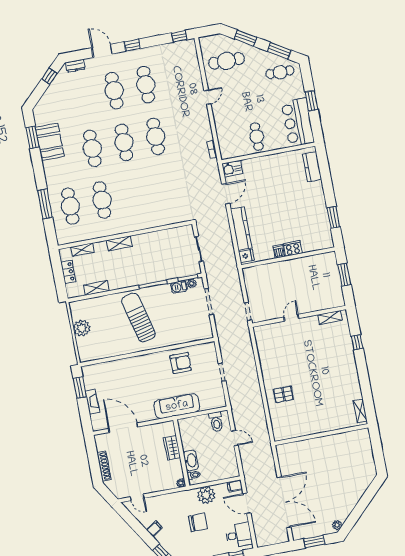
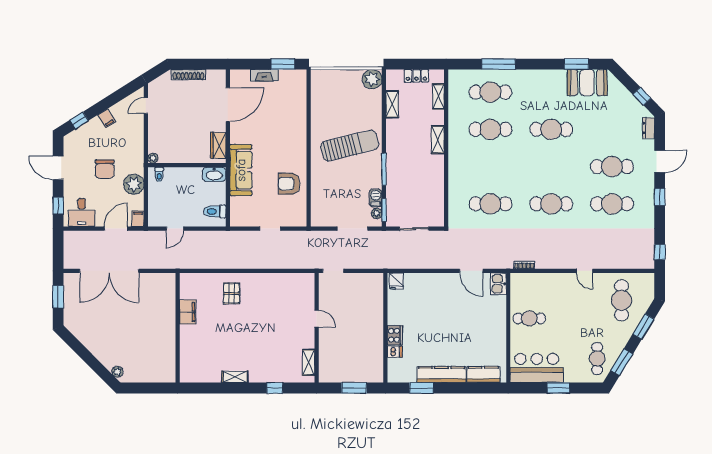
booth: (50, 142) -> (587, 83), moved
cafe table: (124, 142) -> (490, 204), moved
kitchen counter: (241, 229) -> (442, 375), moved, turned 180
dishwasher: (279, 251) -> (395, 352), moved
plant: (82, 328) -> (372, 79), moved
armchair: (181, 363) -> (289, 184), turned 90
shelving: (360, 411) -> (235, 377), moved
filing cabinet: (306, 429) -> (188, 312), added
door: (235, 438) -> (175, 229), moved
wardrobe: (172, 448) -> (218, 145), moved, turned -90
washbasin: (191, 460) -> (214, 174), moved
plant: (337, 525) -> (117, 372), moved

